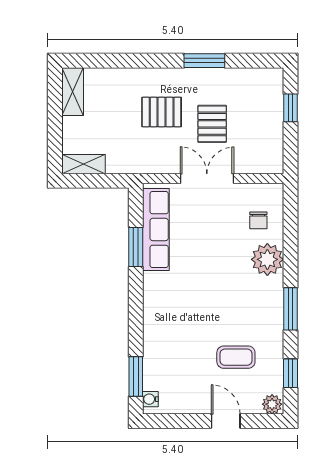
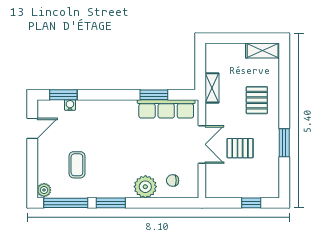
pallet: (162, 112) -> (257, 100), moved
shelving: (84, 164) -> (212, 88), moved
window: (290, 373) -> (66, 203), width x2.17
water cooler: (150, 399) -> (70, 105), moved
door: (226, 421) -> (32, 128), moved

